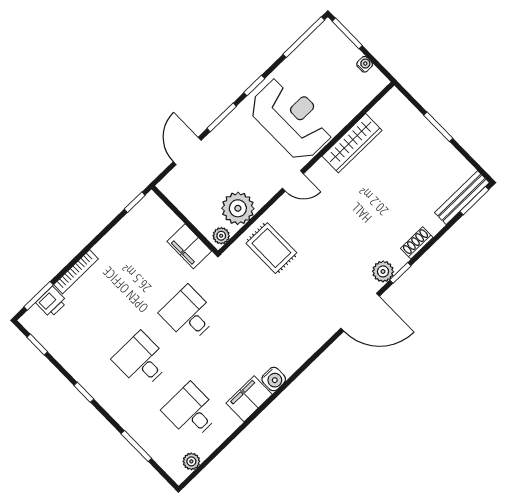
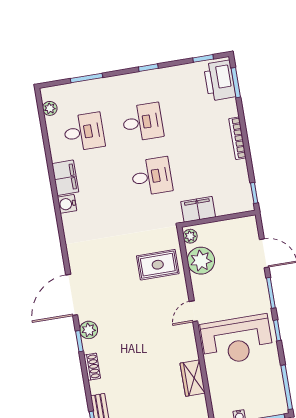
wardrobe: (352, 143) -> (193, 378), width x0.67
bookcase: (76, 272) -> (238, 138), moved
printer: (52, 302) -> (220, 81), width x1.87, depth x1.48

